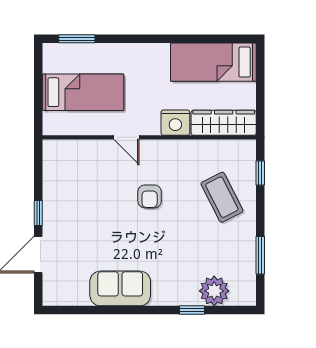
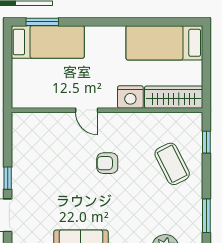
bed: (83, 92) -> (48, 42), moved
armchair: (150, 196) -> (107, 163), turned 90

